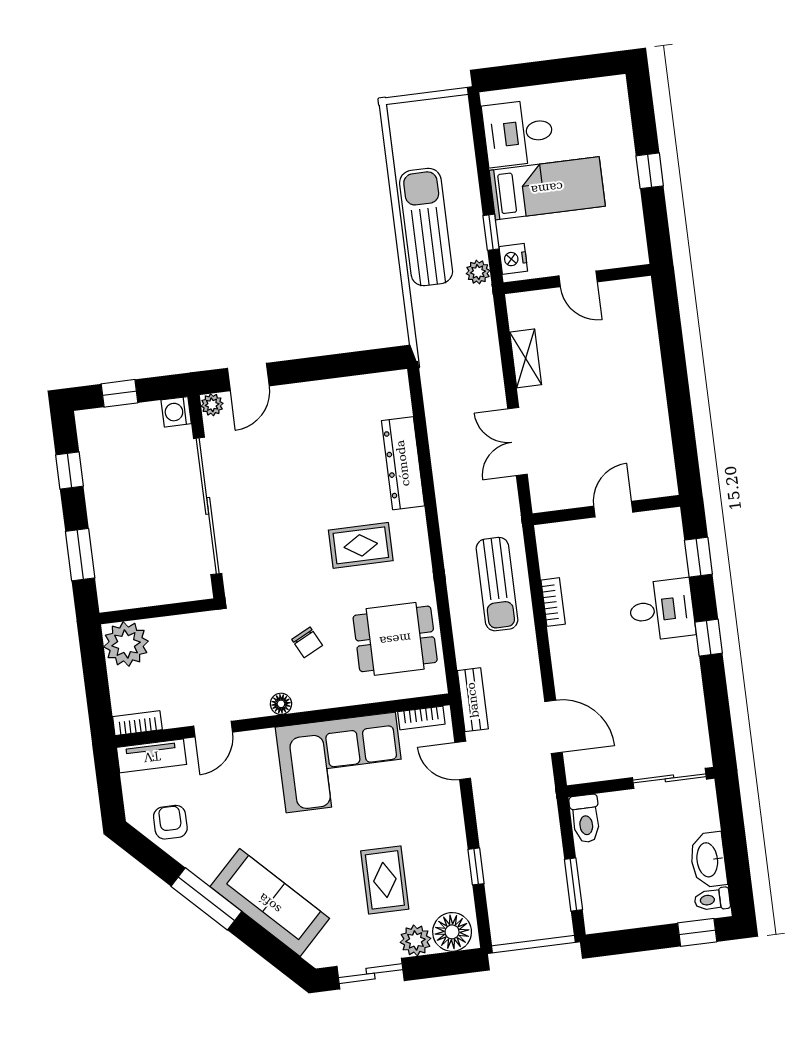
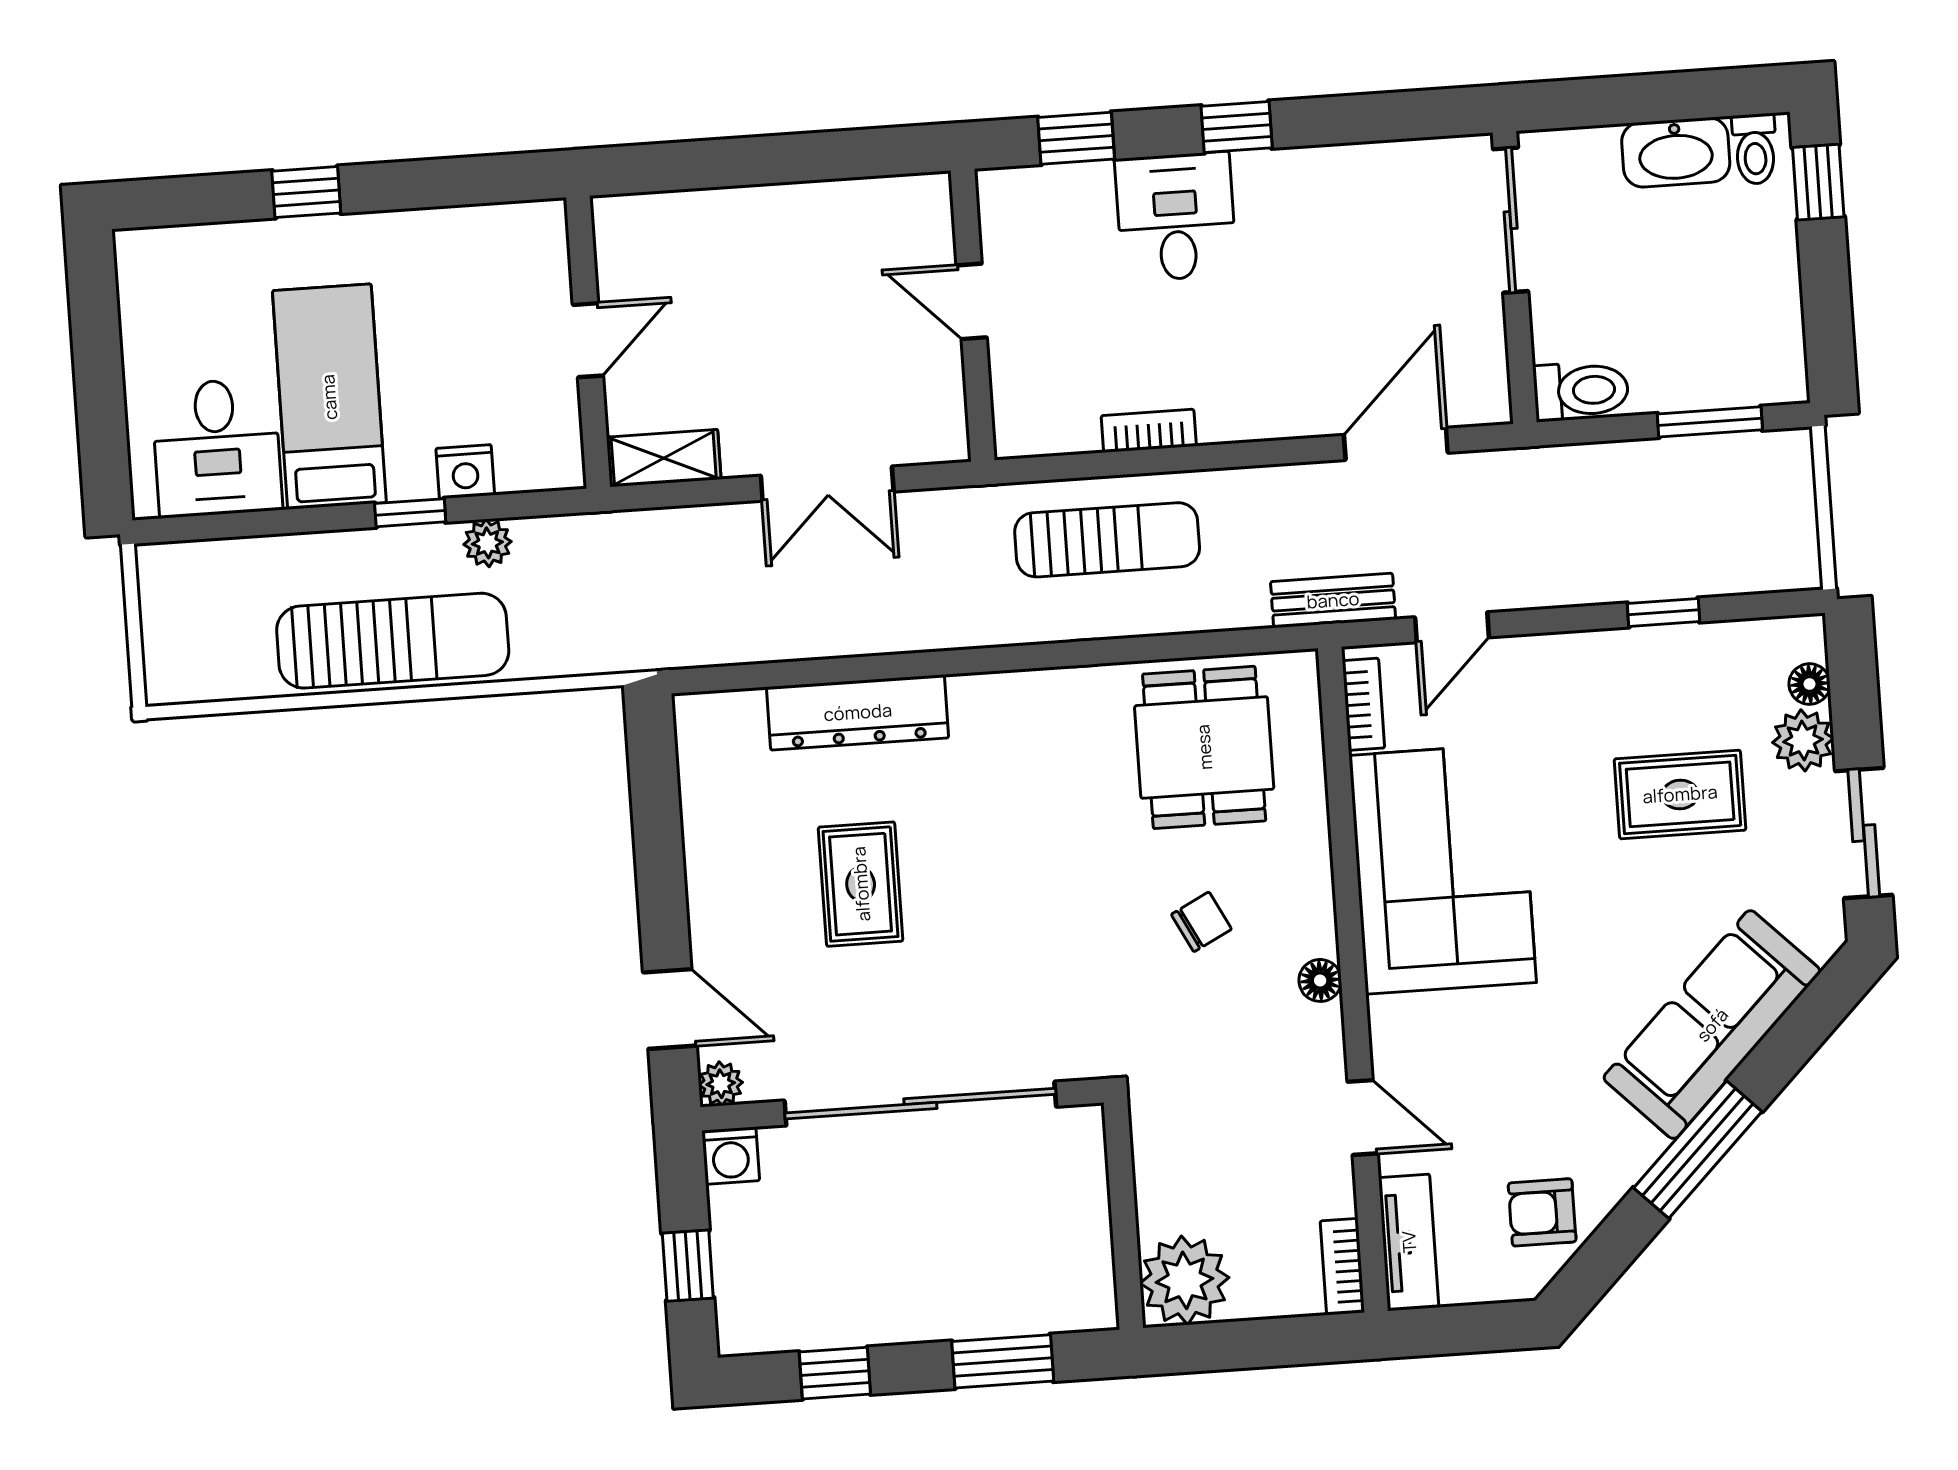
sun lounger: (426, 227) -> (393, 641), turned 180
wall: (577, 279) -> (588, 342), moved
door: (578, 279) -> (588, 340), moved
rug: (361, 545) -> (861, 884), moved
floor lamp: (452, 932) -> (1810, 684), width x0.53, depth x0.53

